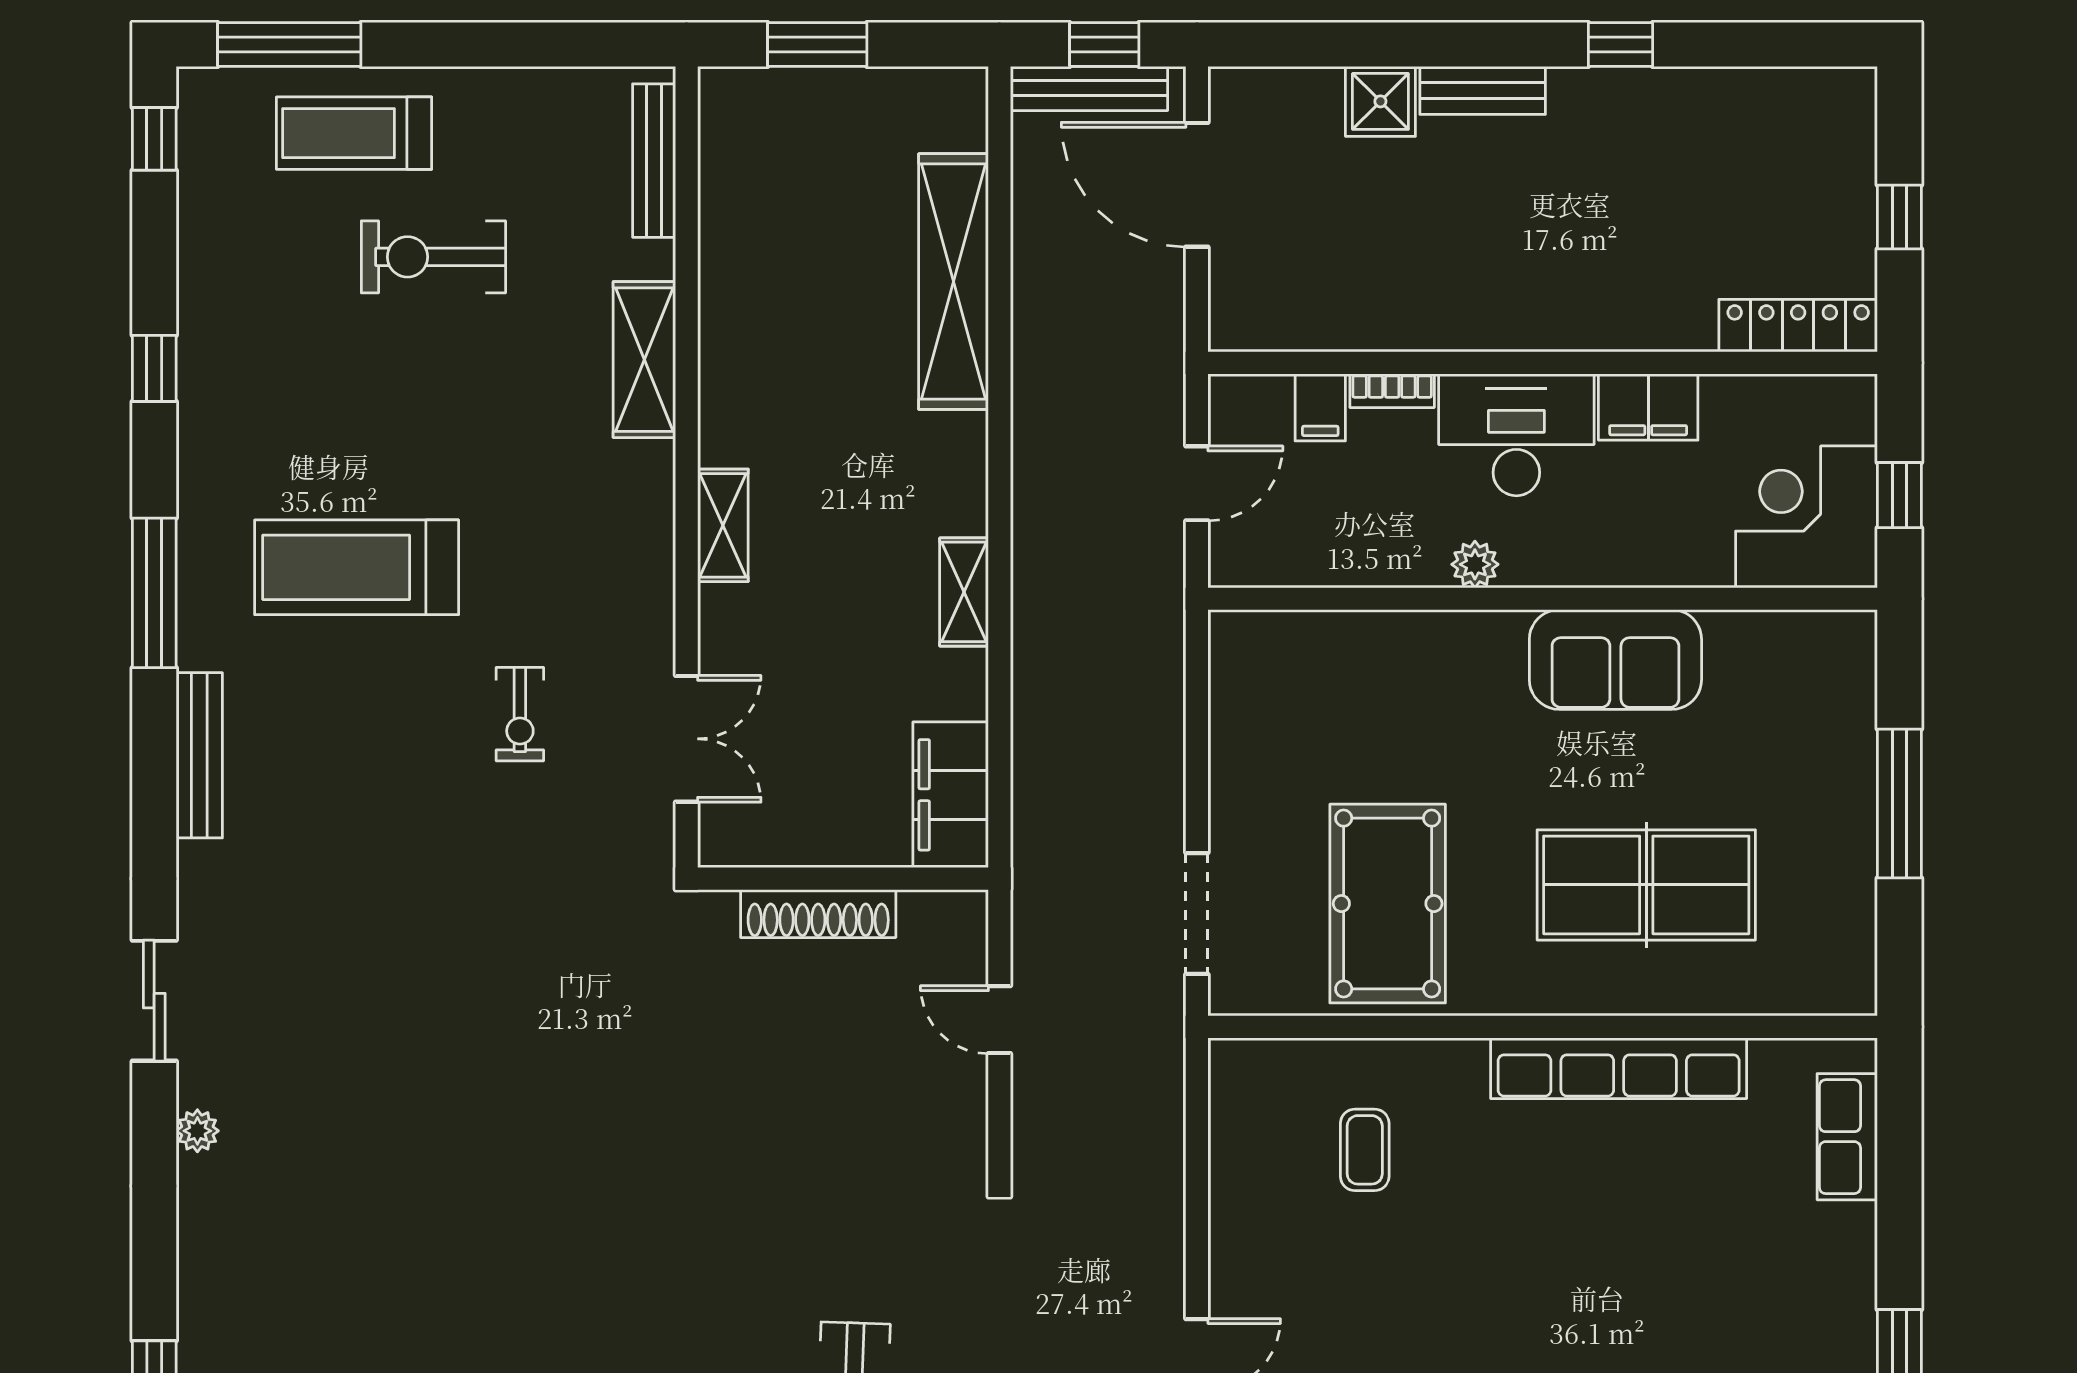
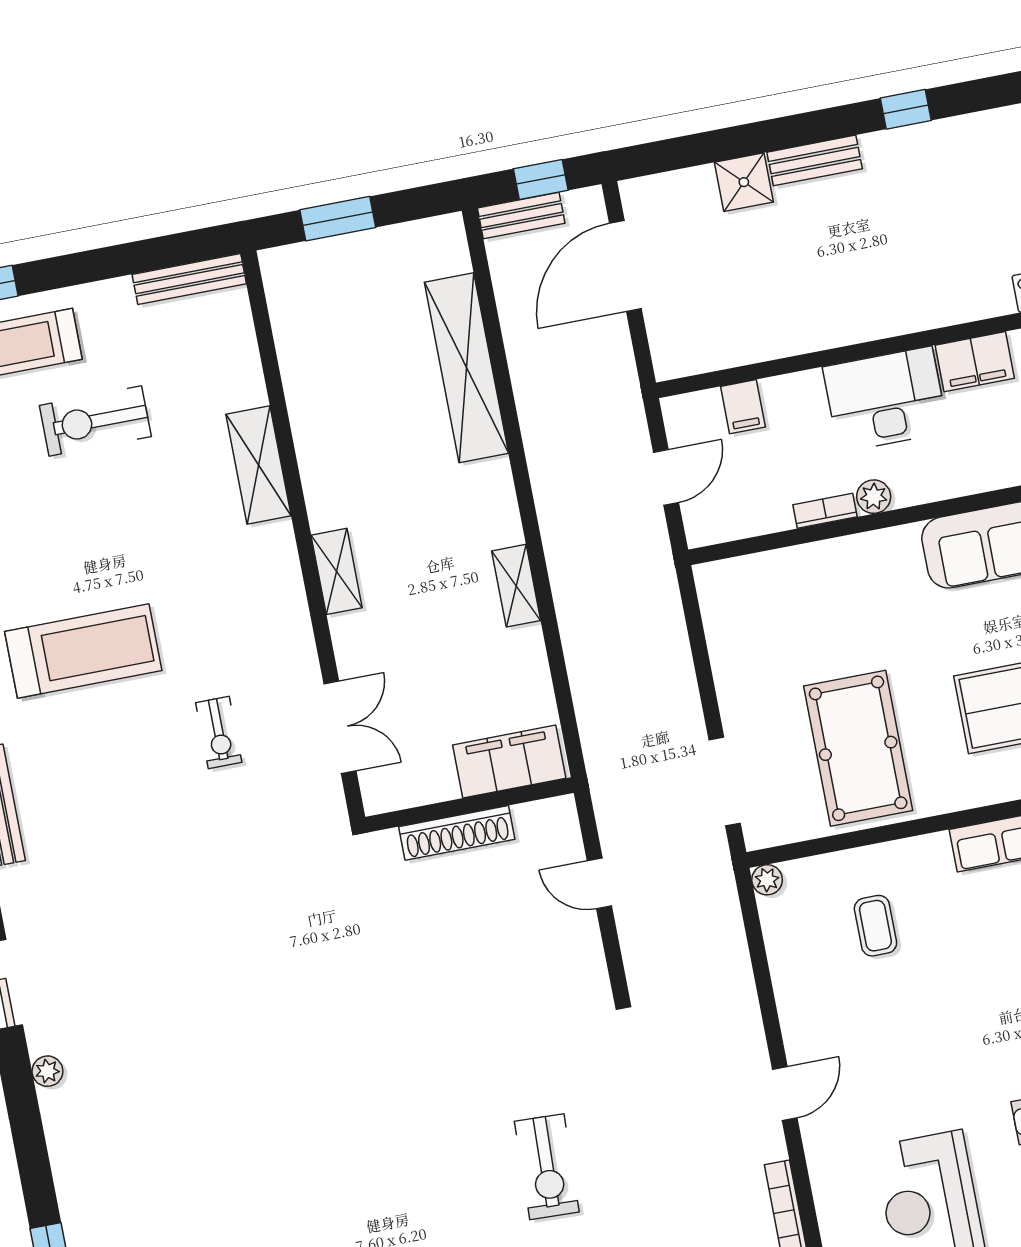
bench: (1089, 88) -> (521, 216), width x0.73
bench: (654, 161) -> (189, 279), moved, turned 90
door: (1197, 185) -> (625, 266), hinge flipped
bookcase: (1392, 391) -> (825, 511), moved, turned 180
treadmill: (357, 567) -> (83, 651), turned 180
filing cabinet: (951, 795) -> (509, 762), moved, turned 90
plant: (1229, 1059) -> (767, 880), added

